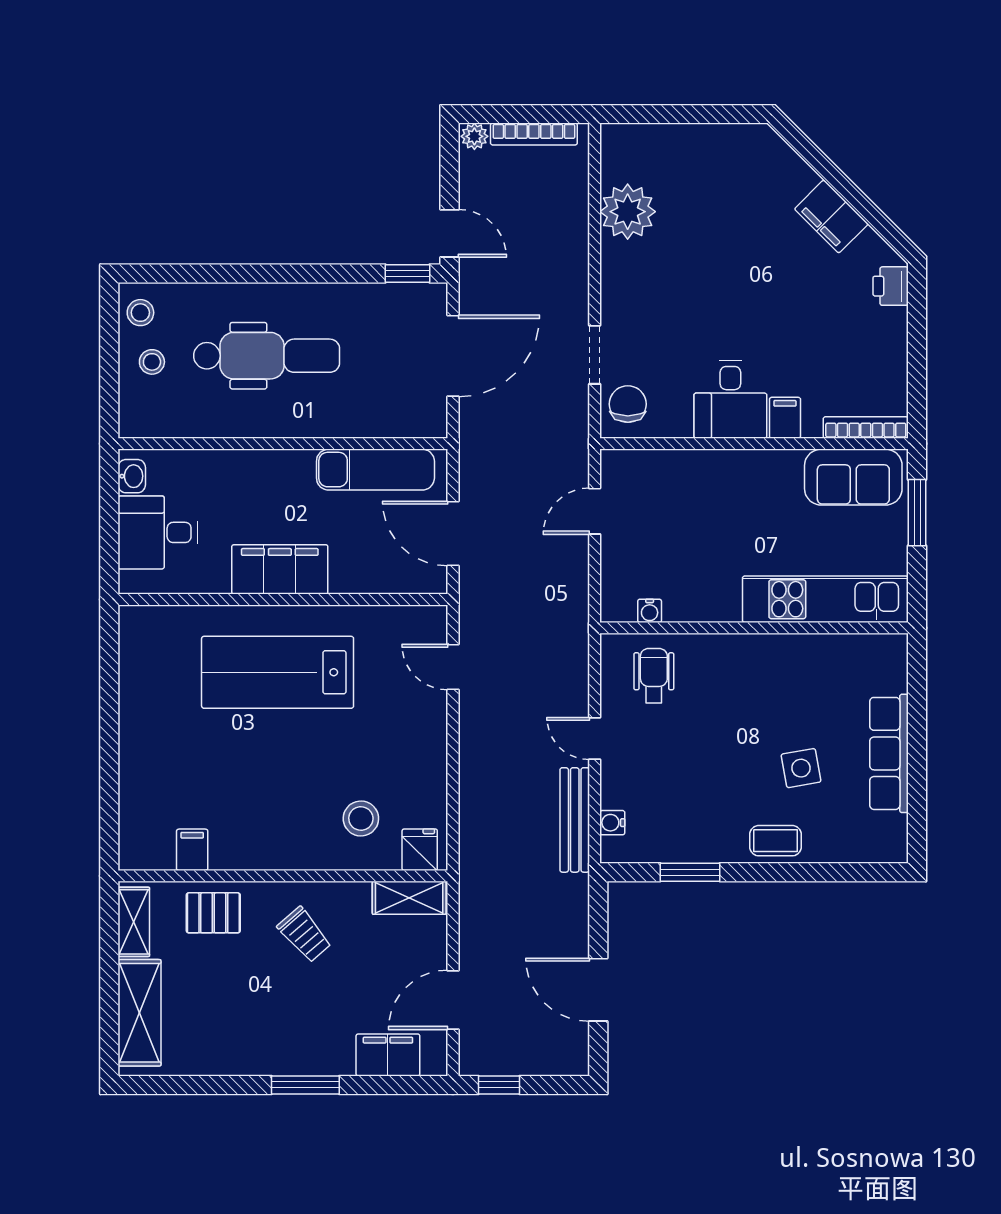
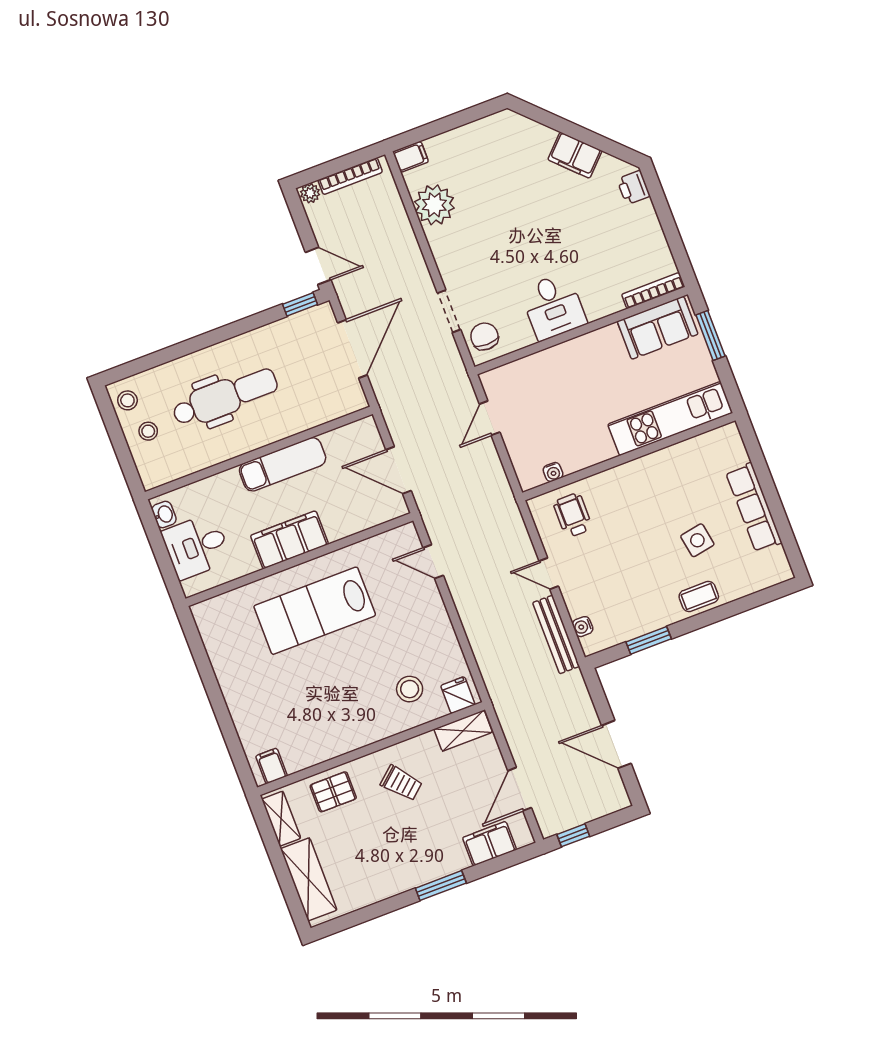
filing cabinet: (785, 418) -> (411, 157), moved, turned 90
exam couch: (375, 470) -> (283, 464), moved
filing cabinet: (192, 850) -> (272, 766), moved

